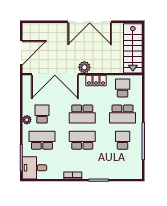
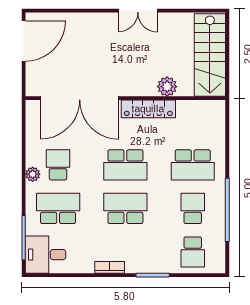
double door: (90, 22) -> (138, 11), width x0.54
door: (21, 53) -> (24, 41), moved
plant: (84, 67) -> (167, 87), moved
locker: (96, 81) -> (148, 109), width x1.53
school desk: (123, 88) -> (193, 252), moved, turned 180

